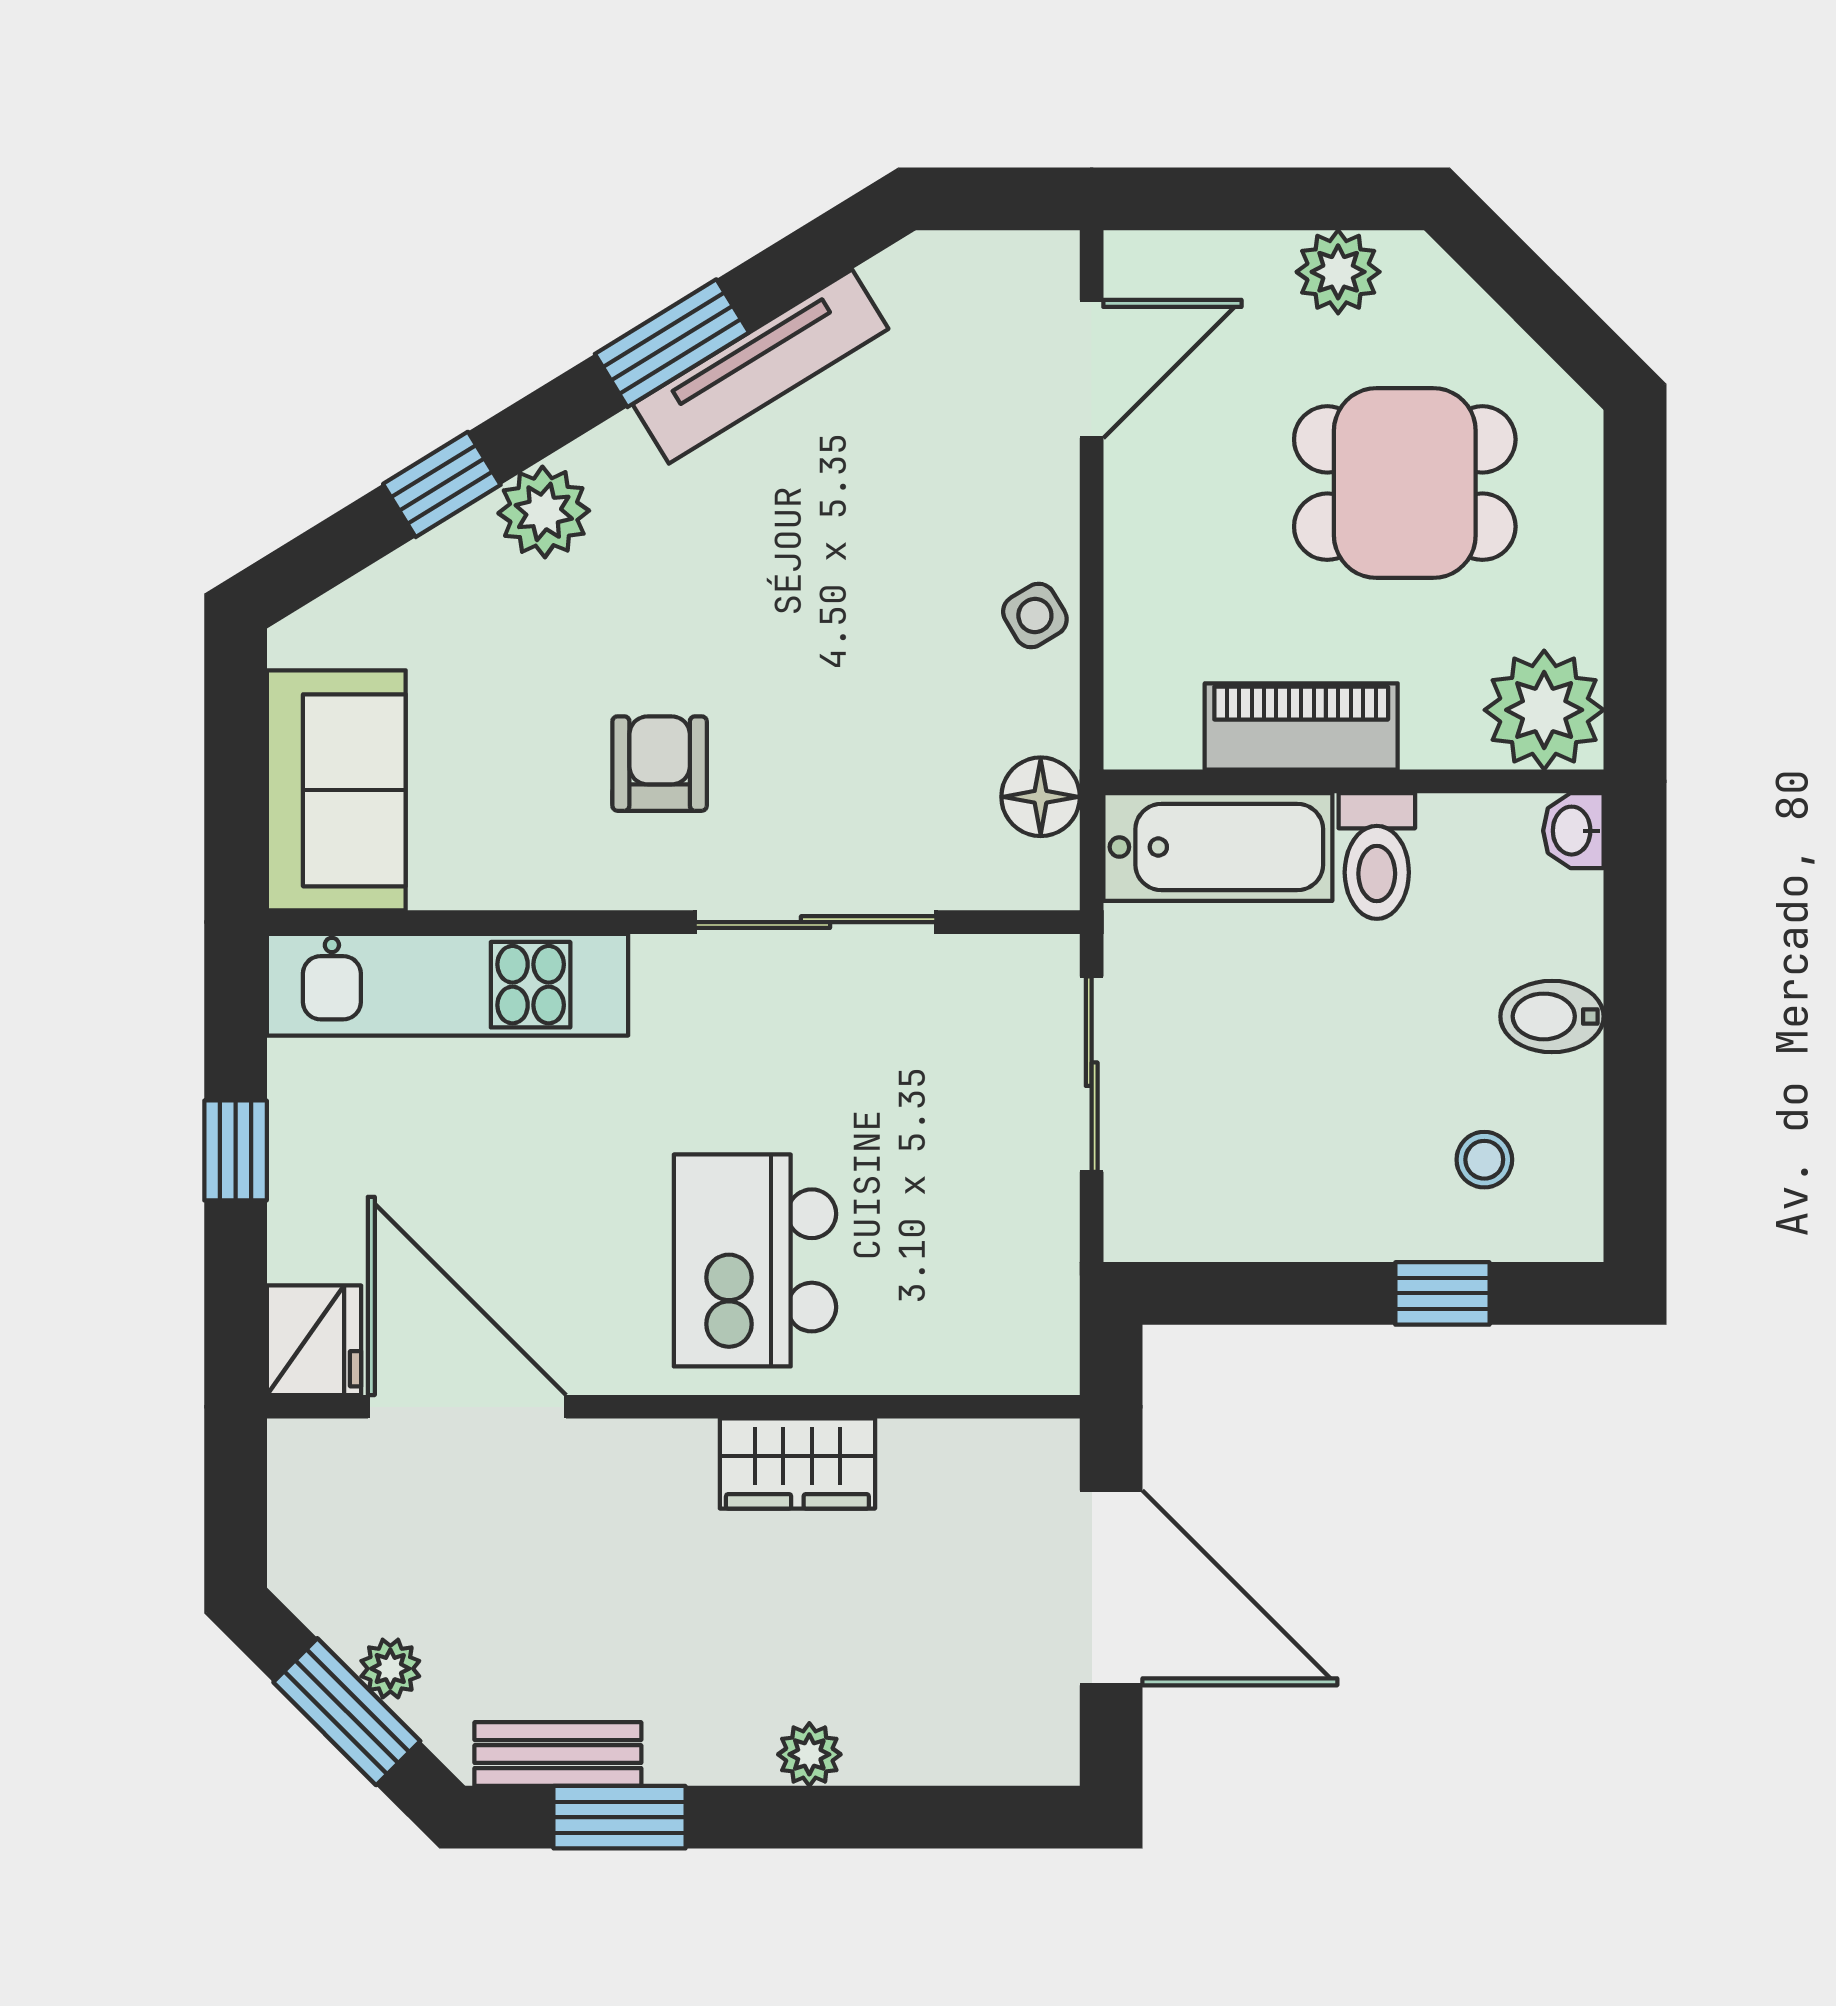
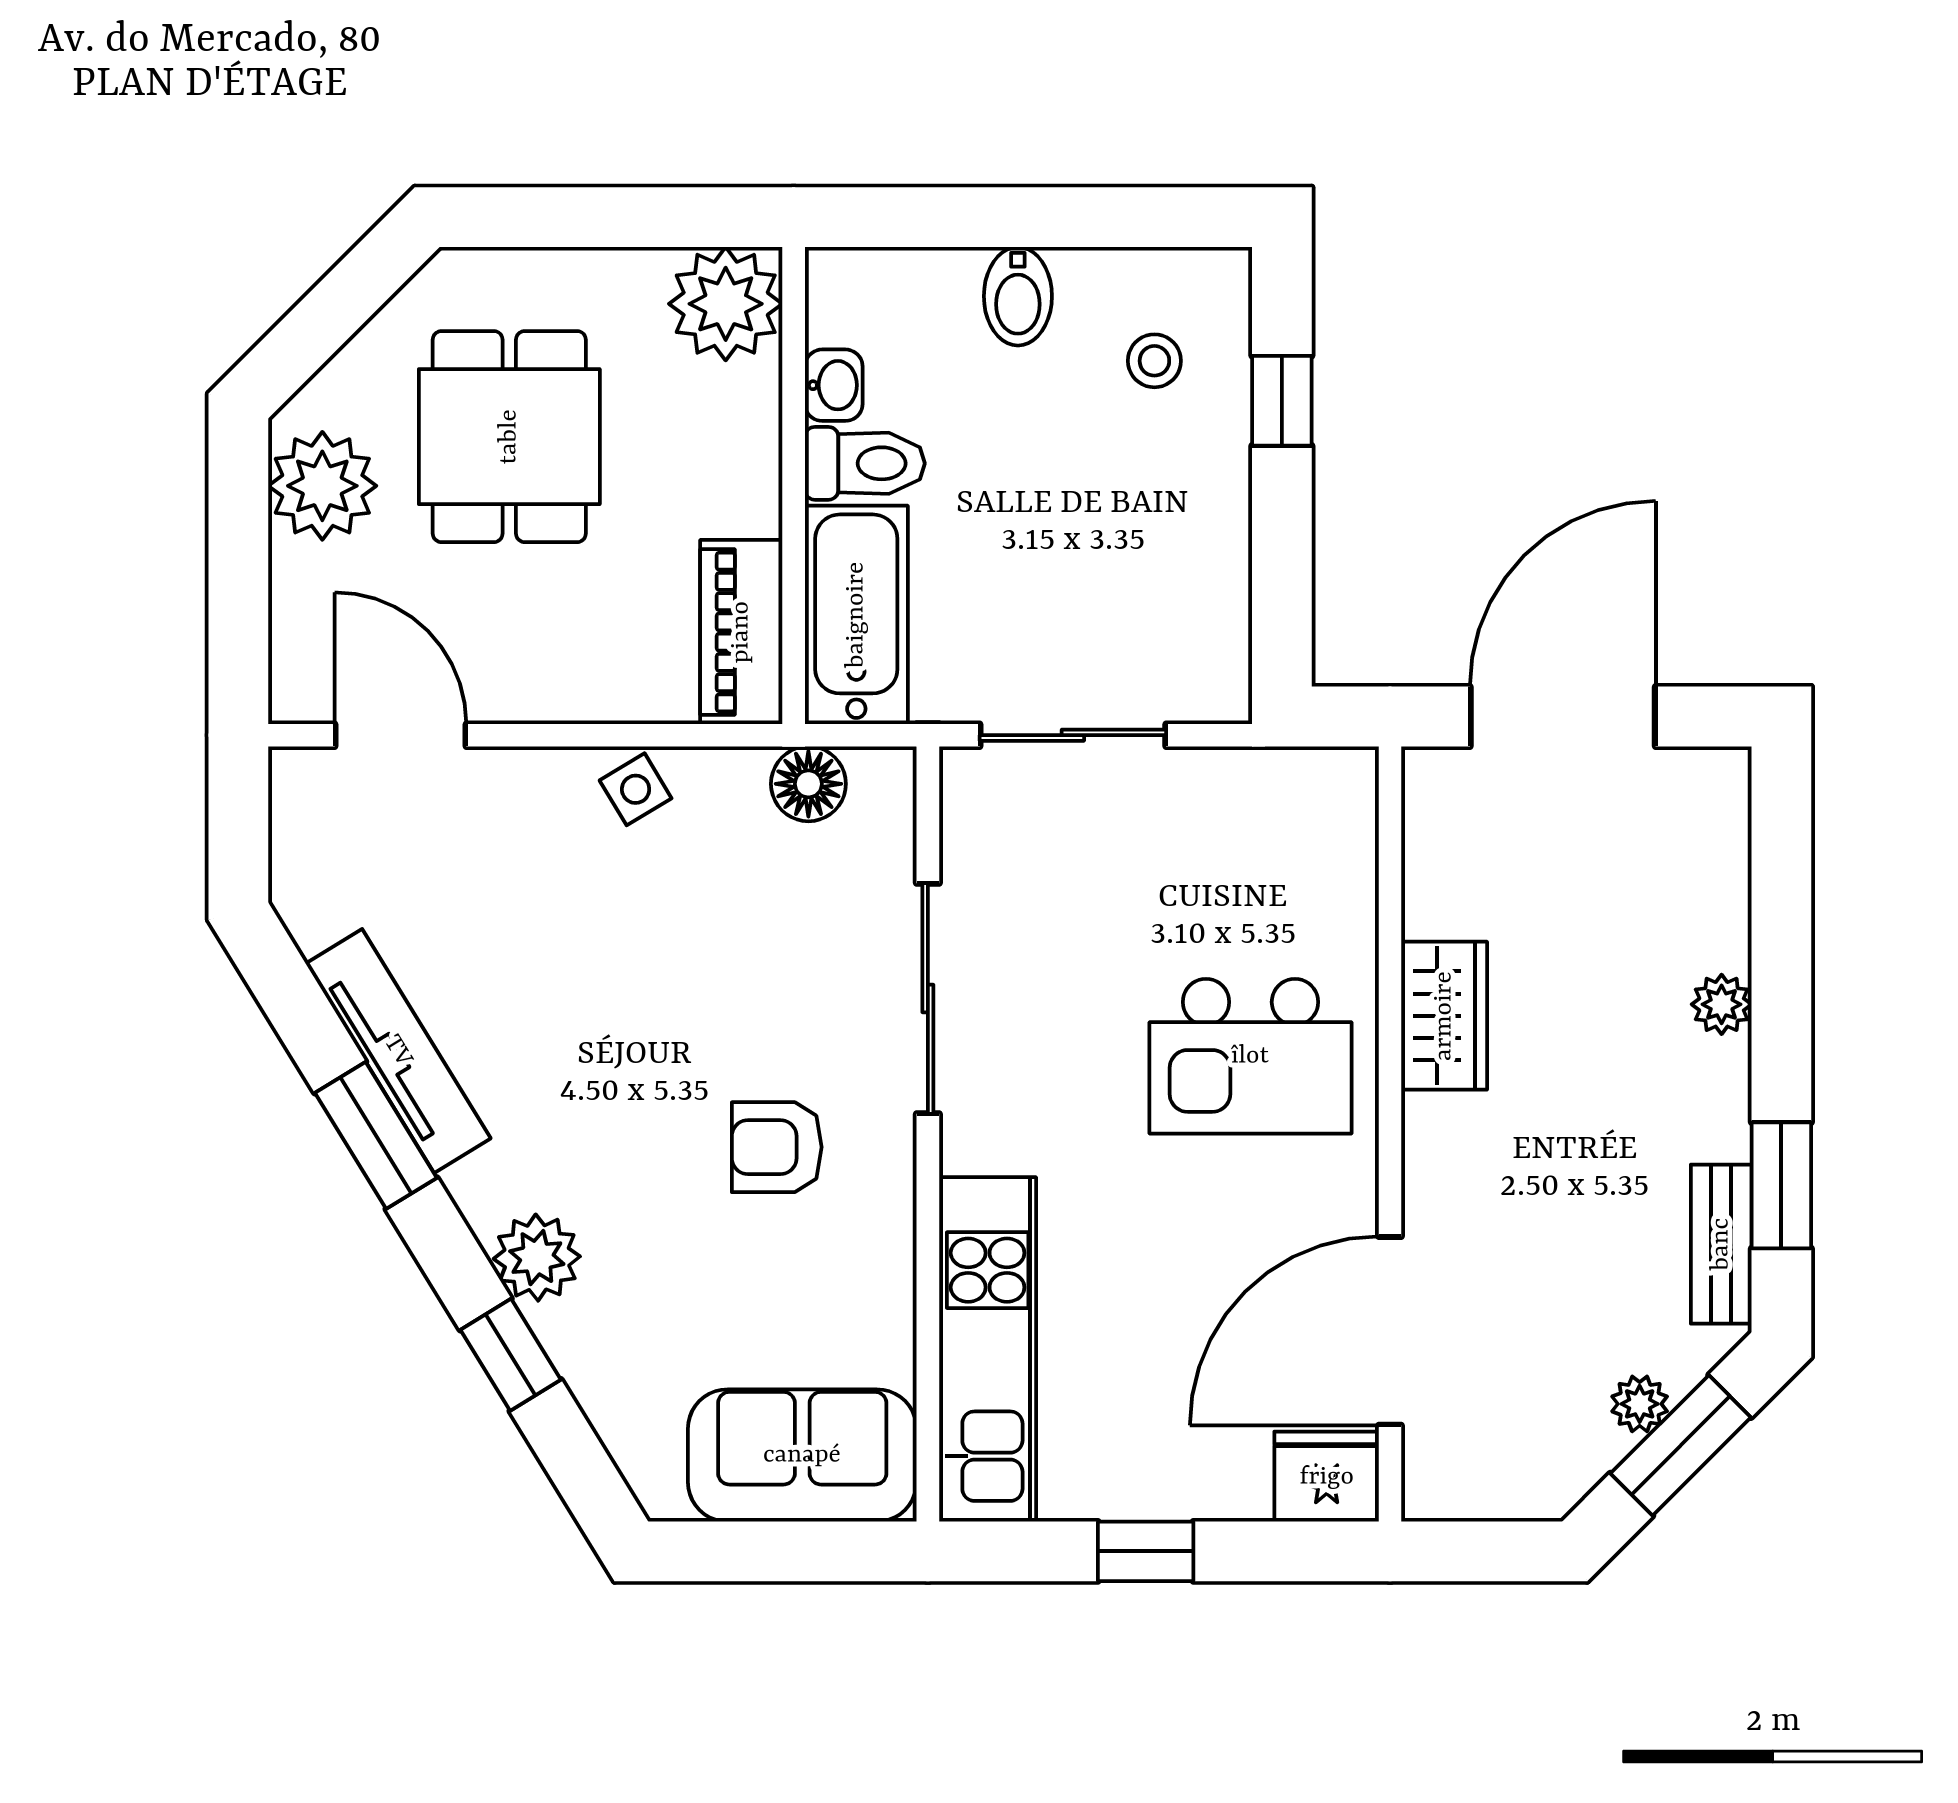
plant: (1338, 272) -> (322, 486), width x1.36, depth x1.36
piano: (1301, 726) -> (741, 632), moved
washbasin: (1573, 831) -> (834, 385), moved, turned -90

